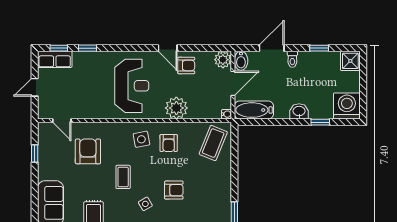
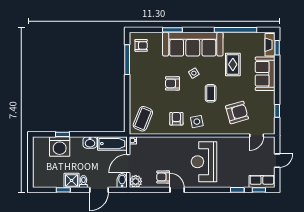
shower: (350, 61) -> (71, 180), moved
washing machine: (347, 106) -> (60, 147), moved
plant: (176, 108) -> (171, 145), removed
washbasin: (299, 111) -> (90, 142), moved
door: (62, 121) -> (257, 136), swing flipped
armchair: (88, 151) -> (237, 112), turned -106

